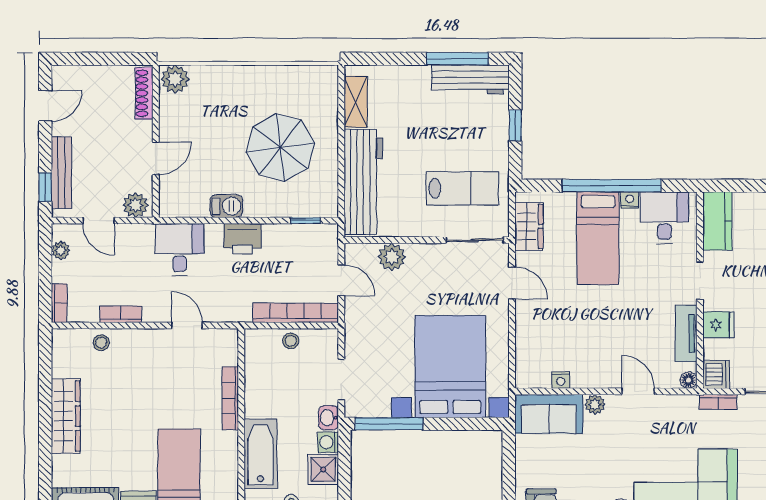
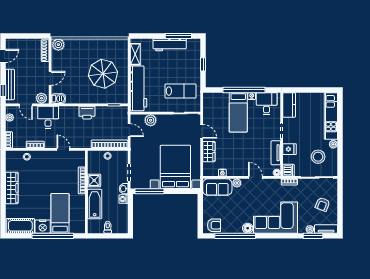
workbench: (470, 79) -> (170, 45), moved
barbecue: (226, 206) -> (58, 99), moved
wardrobe: (529, 226) -> (209, 152), moved
desk: (180, 250) -> (48, 117), moved
shower: (323, 469) -> (94, 180), moved

